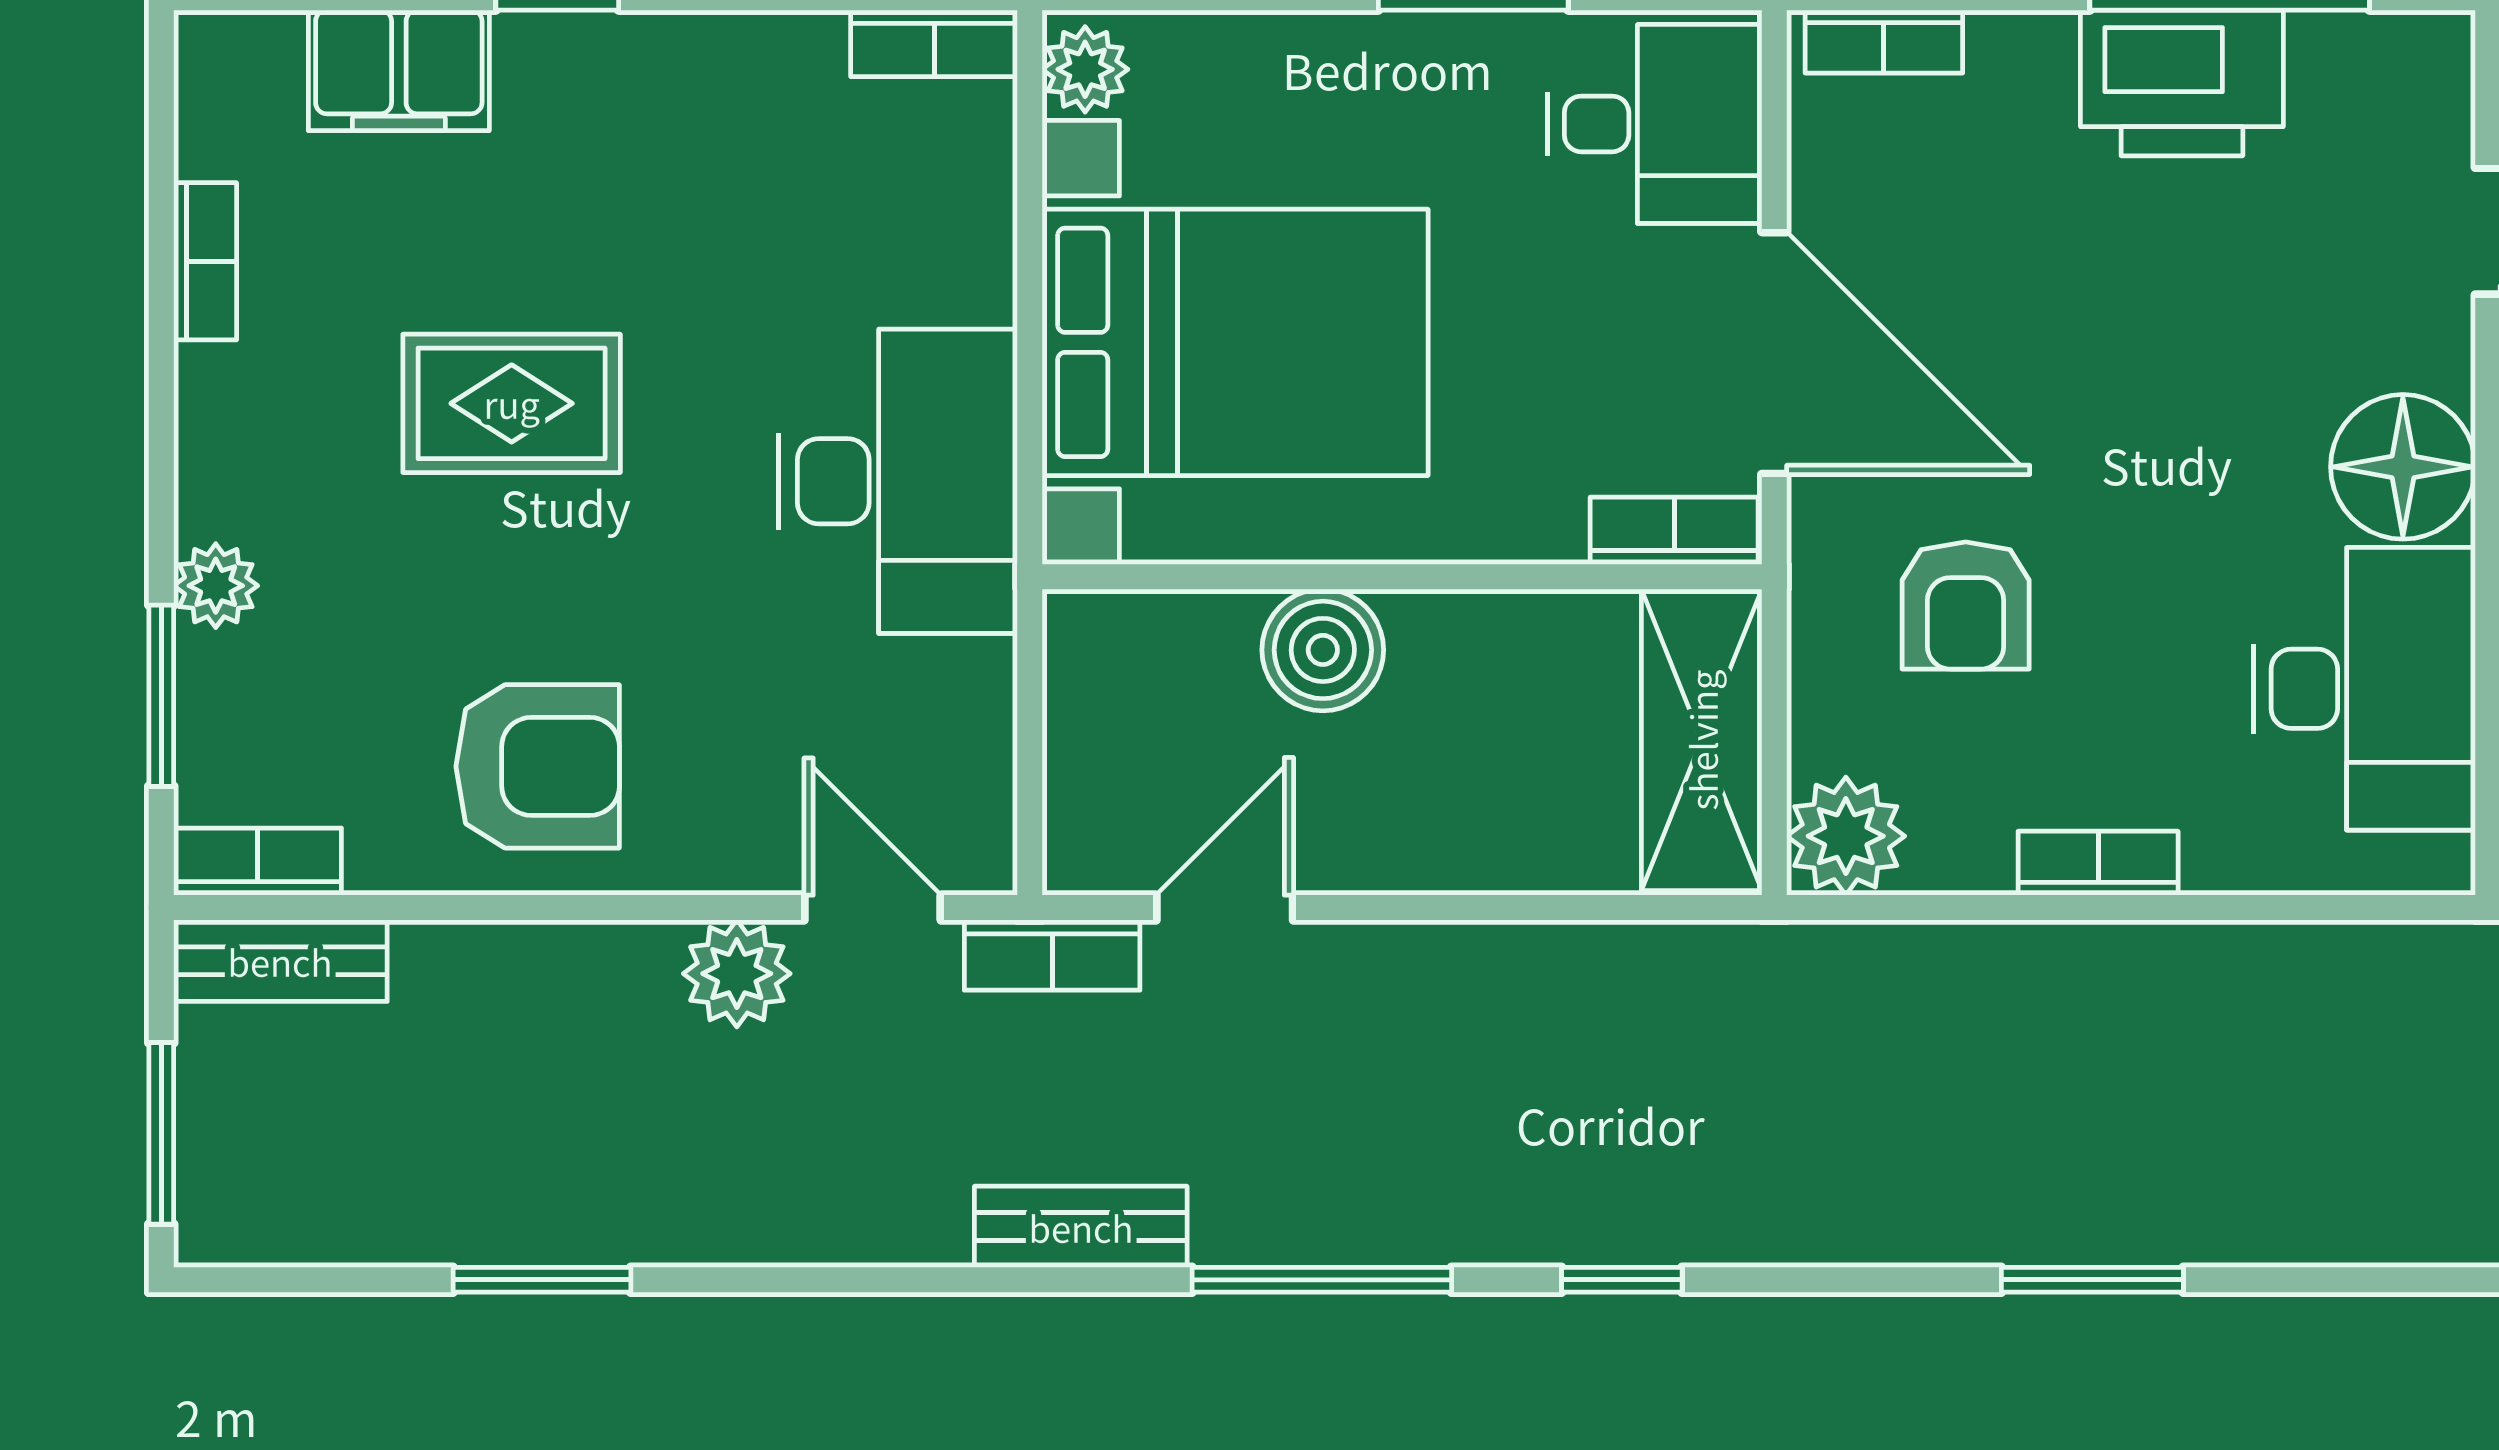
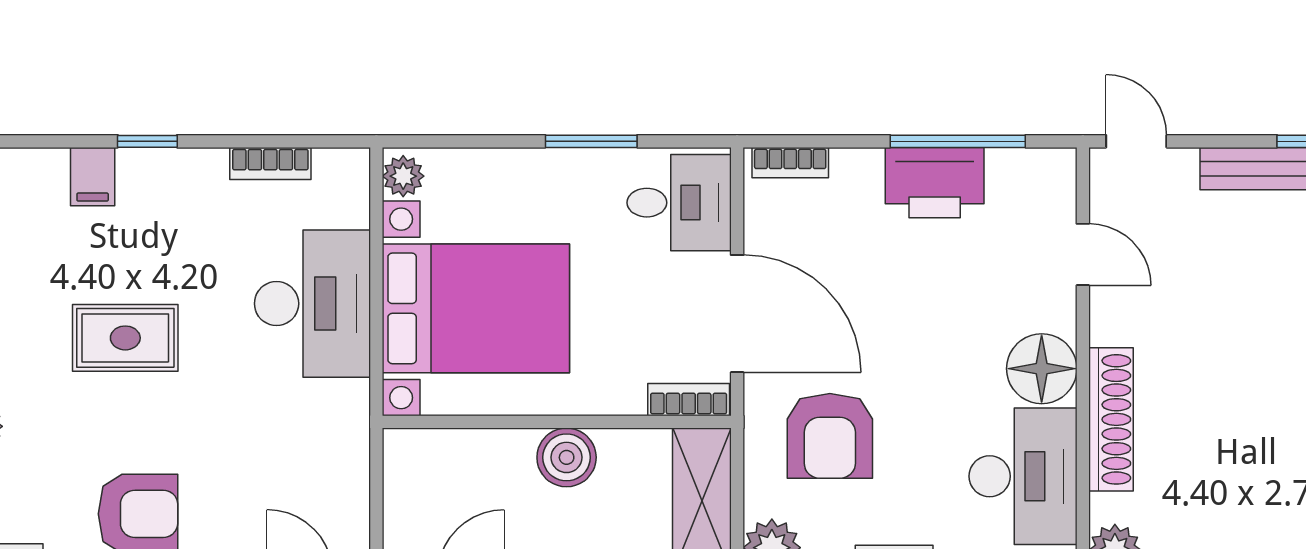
bookcase: (934, 43) -> (270, 164), moved
filing cabinet: (399, 70) -> (93, 177), width x0.50
desk: (898, 481) -> (312, 304), moved
armchair: (1966, 606) -> (830, 436), width x1.38, depth x1.38
boiler: (1323, 650) -> (567, 457), moved

